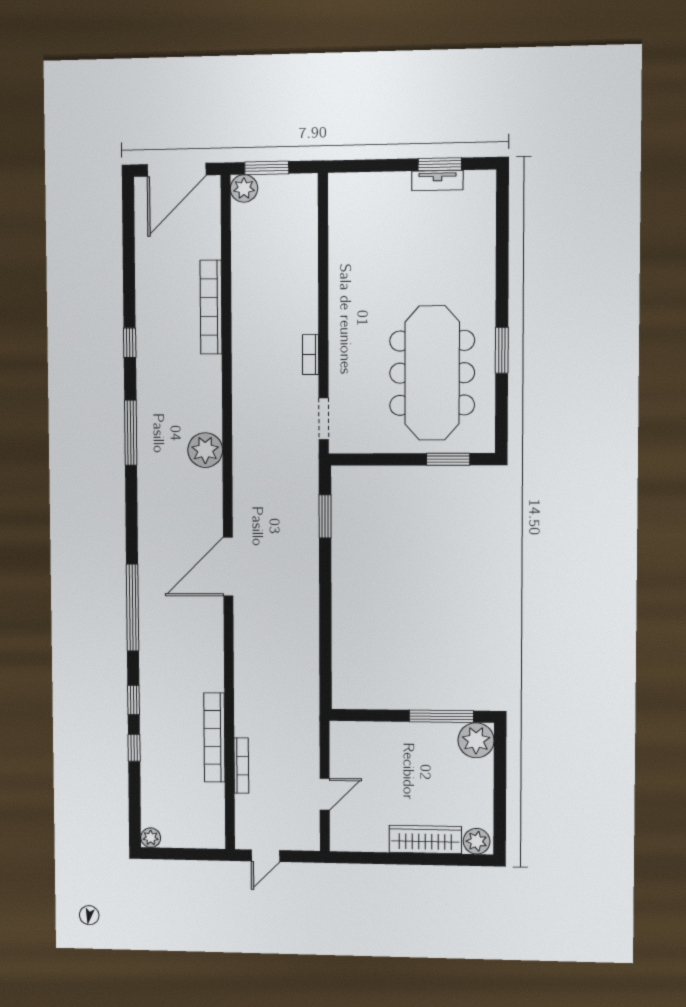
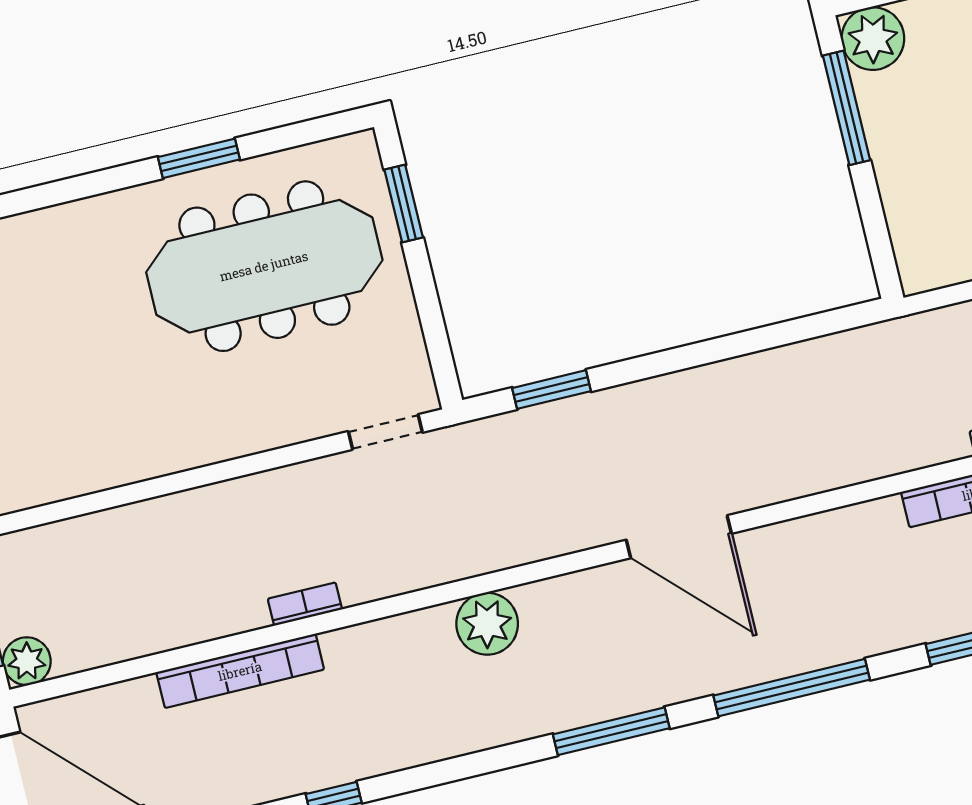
bookcase: (311, 355) -> (305, 604), moved, turned 180
window: (131, 433) -> (611, 731), moved

